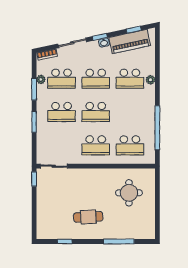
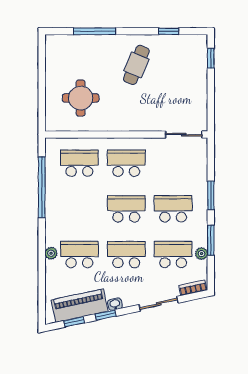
window: (100, 37) -> (106, 315), moved
window: (34, 179) -> (211, 58), moved
cafe table: (88, 217) -> (136, 65), turned -64

